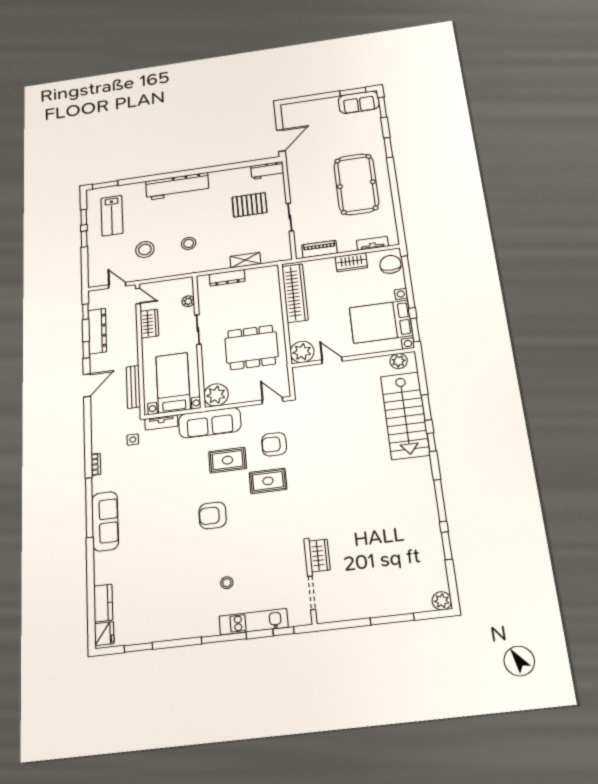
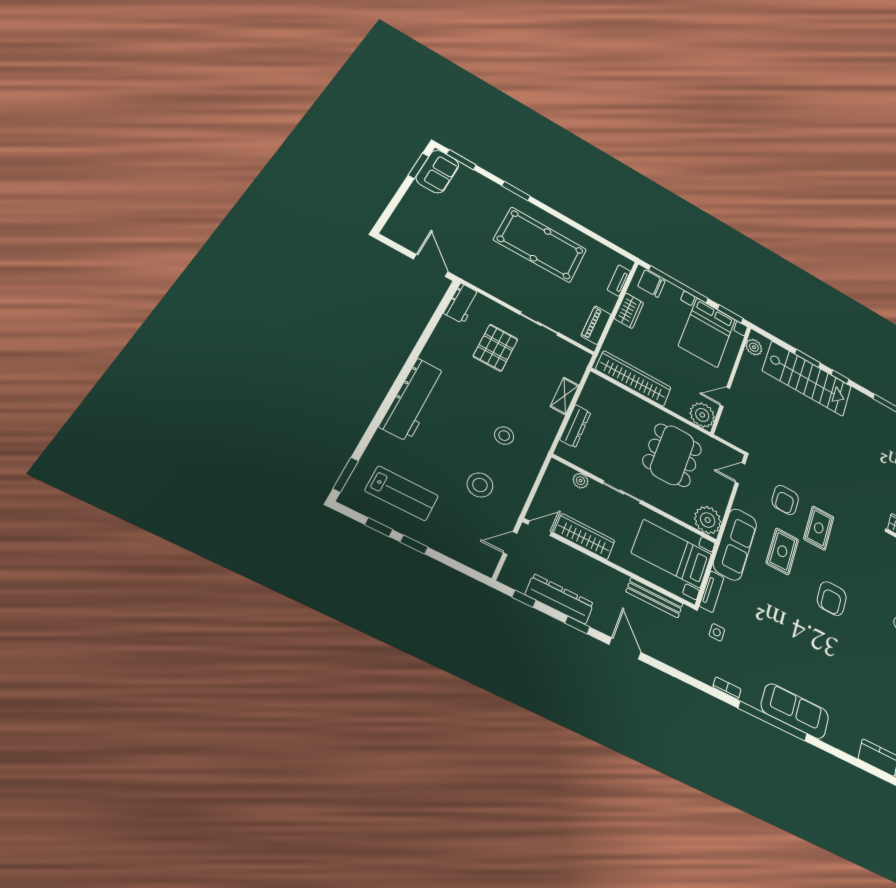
wardrobe: (149, 324) -> (584, 537), width x1.50

